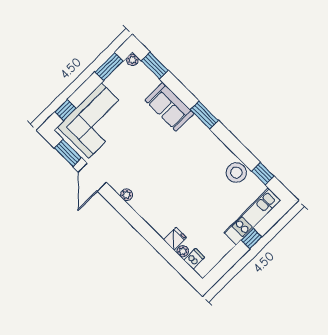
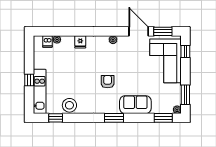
armchair: (174, 158) -> (108, 82), added
fridge: (175, 239) -> (80, 42), moved

